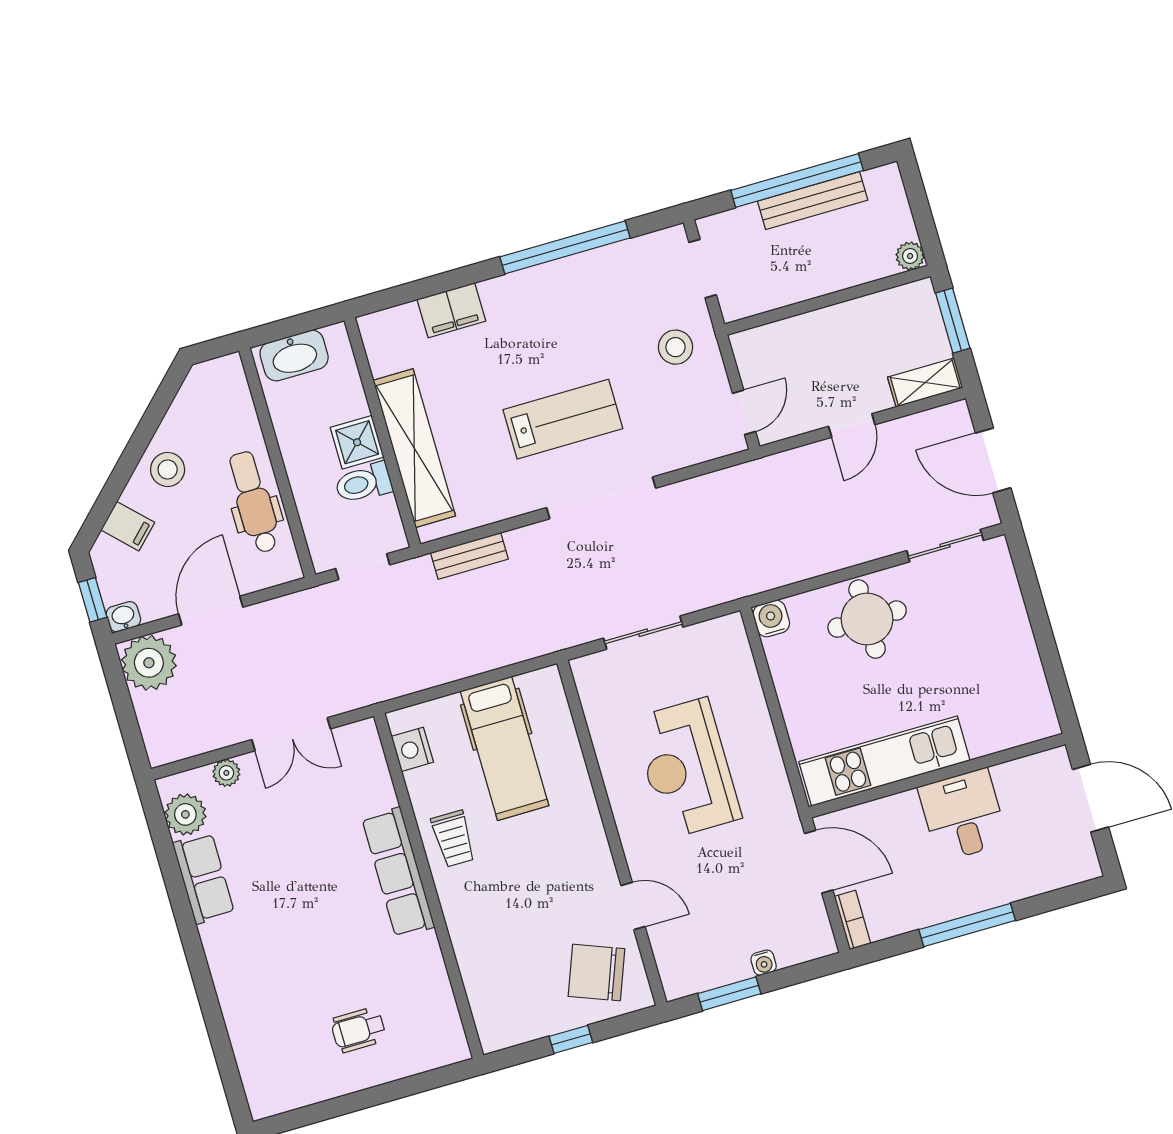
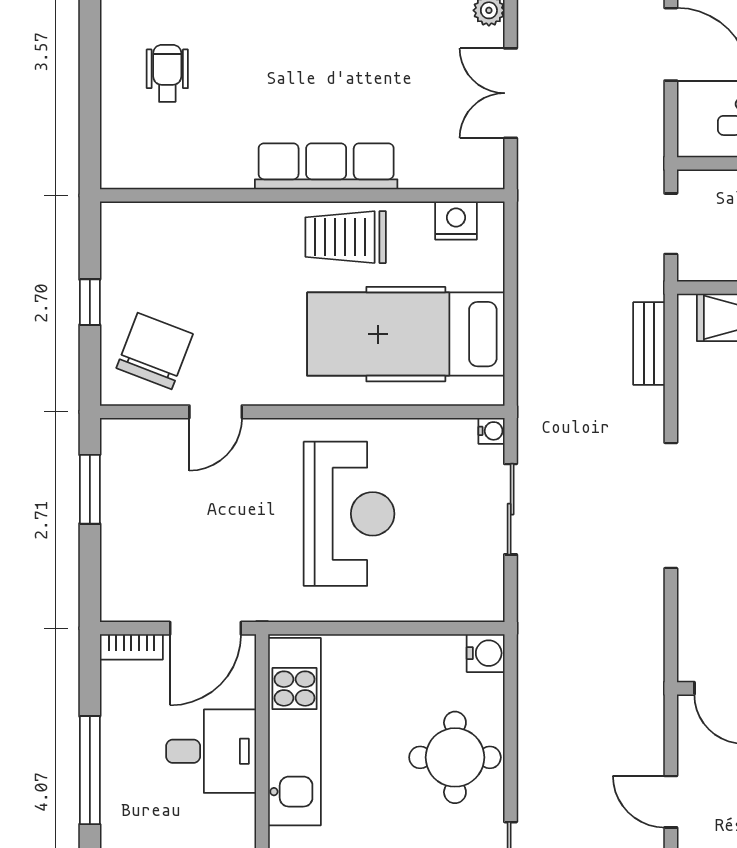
hospital bed: (505, 748) -> (406, 334), width x1.37, depth x1.29
reception desk: (687, 768) -> (349, 514), turned 90
desk: (963, 815) -> (211, 751), moved
trolley: (453, 839) -> (346, 237), width x1.36, depth x1.39
water cooler: (764, 963) -> (491, 431), moved, turned 180

